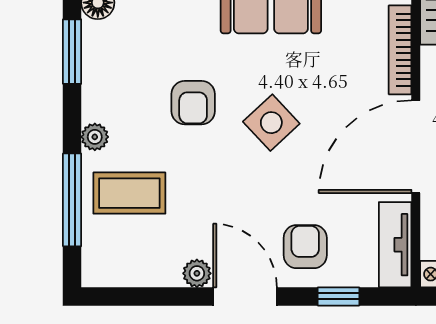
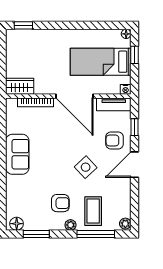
armchair: (193, 103) -> (60, 203), moved
side table: (271, 123) -> (86, 167), moved
plant: (197, 273) -> (125, 224), moved

